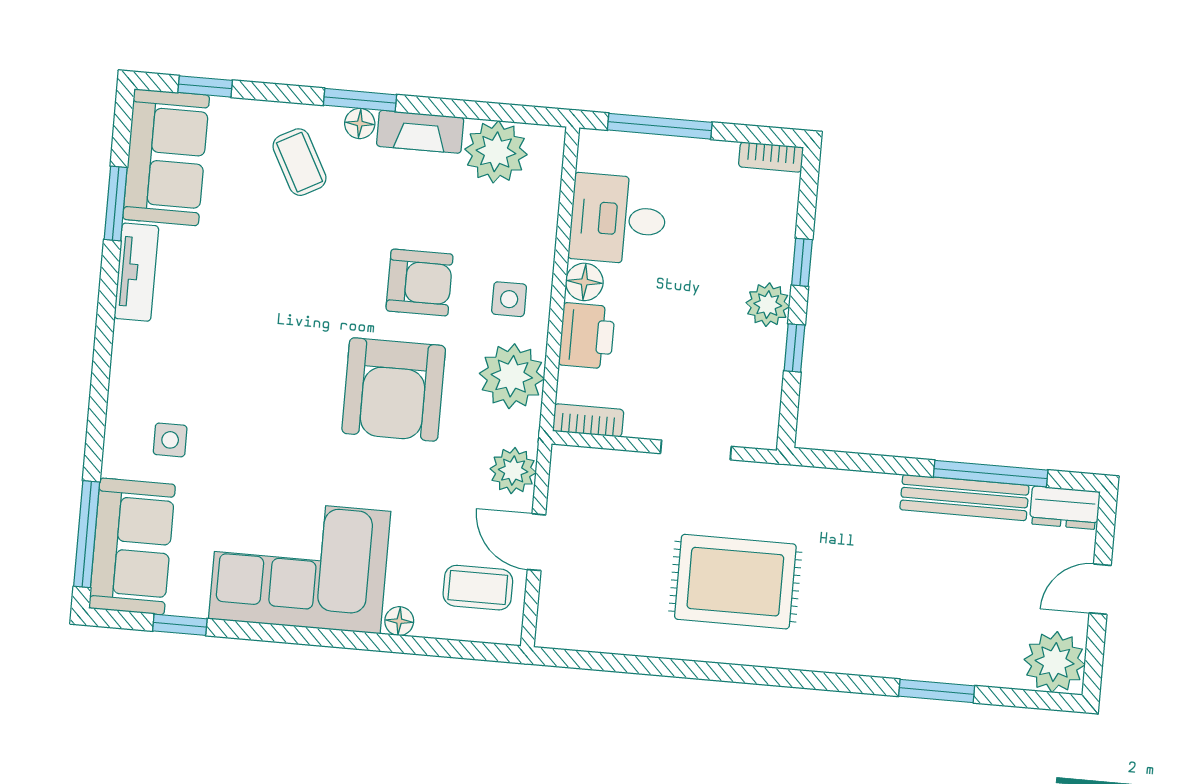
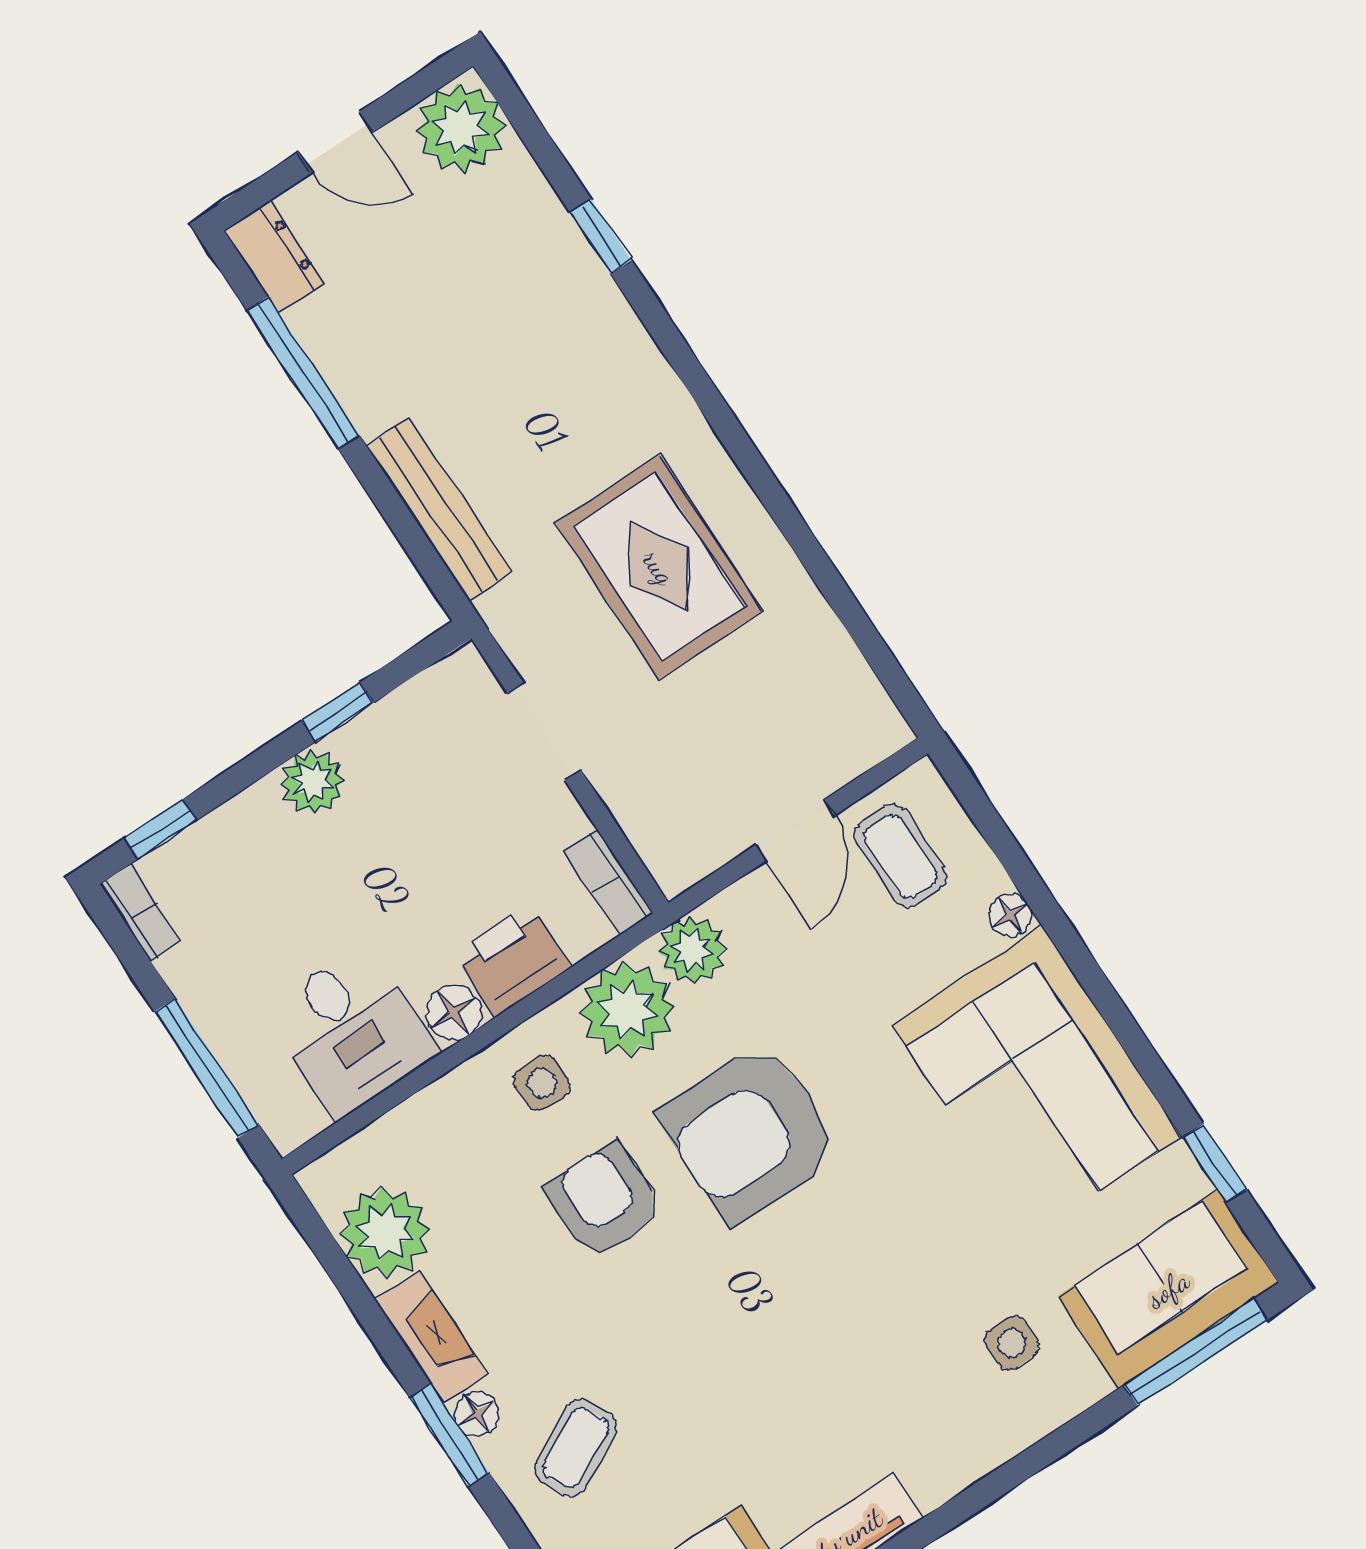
window: (802, 262) -> (161, 829), moved
armchair: (394, 390) -> (750, 1133), turned 180
plant: (513, 471) -> (692, 950), moved
bench: (964, 498) -> (439, 509), moved
window: (937, 691) -> (601, 237), width x0.67

